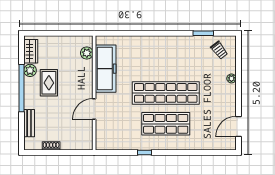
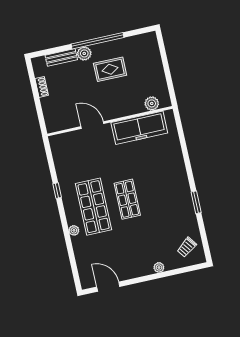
window: (203, 33) -> (196, 202), moved
wardrobe: (31, 51) -> (140, 42), removed
plant: (30, 70) -> (84, 53), moved
shop shelf: (166, 93) -> (127, 199), width x0.50, depth x0.74
plant: (183, 146) -> (74, 230), added

